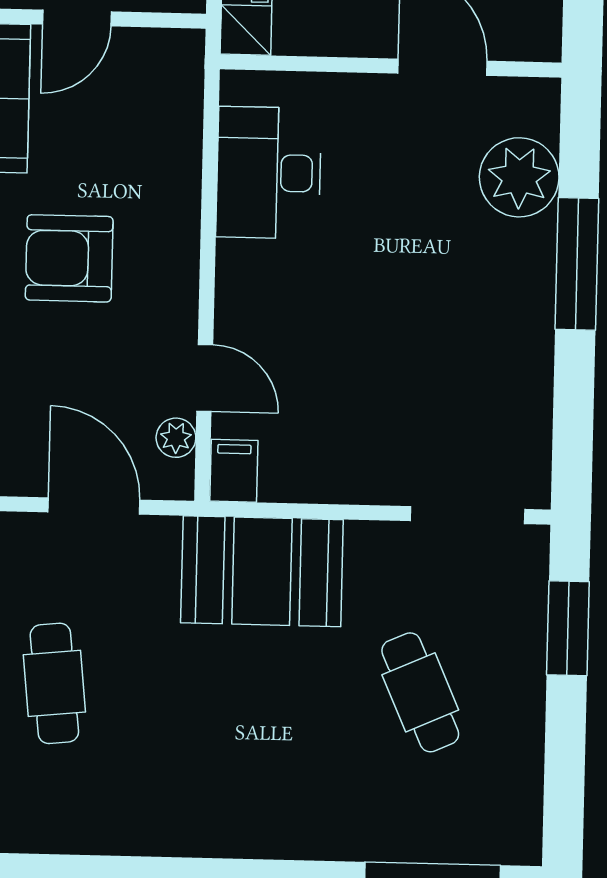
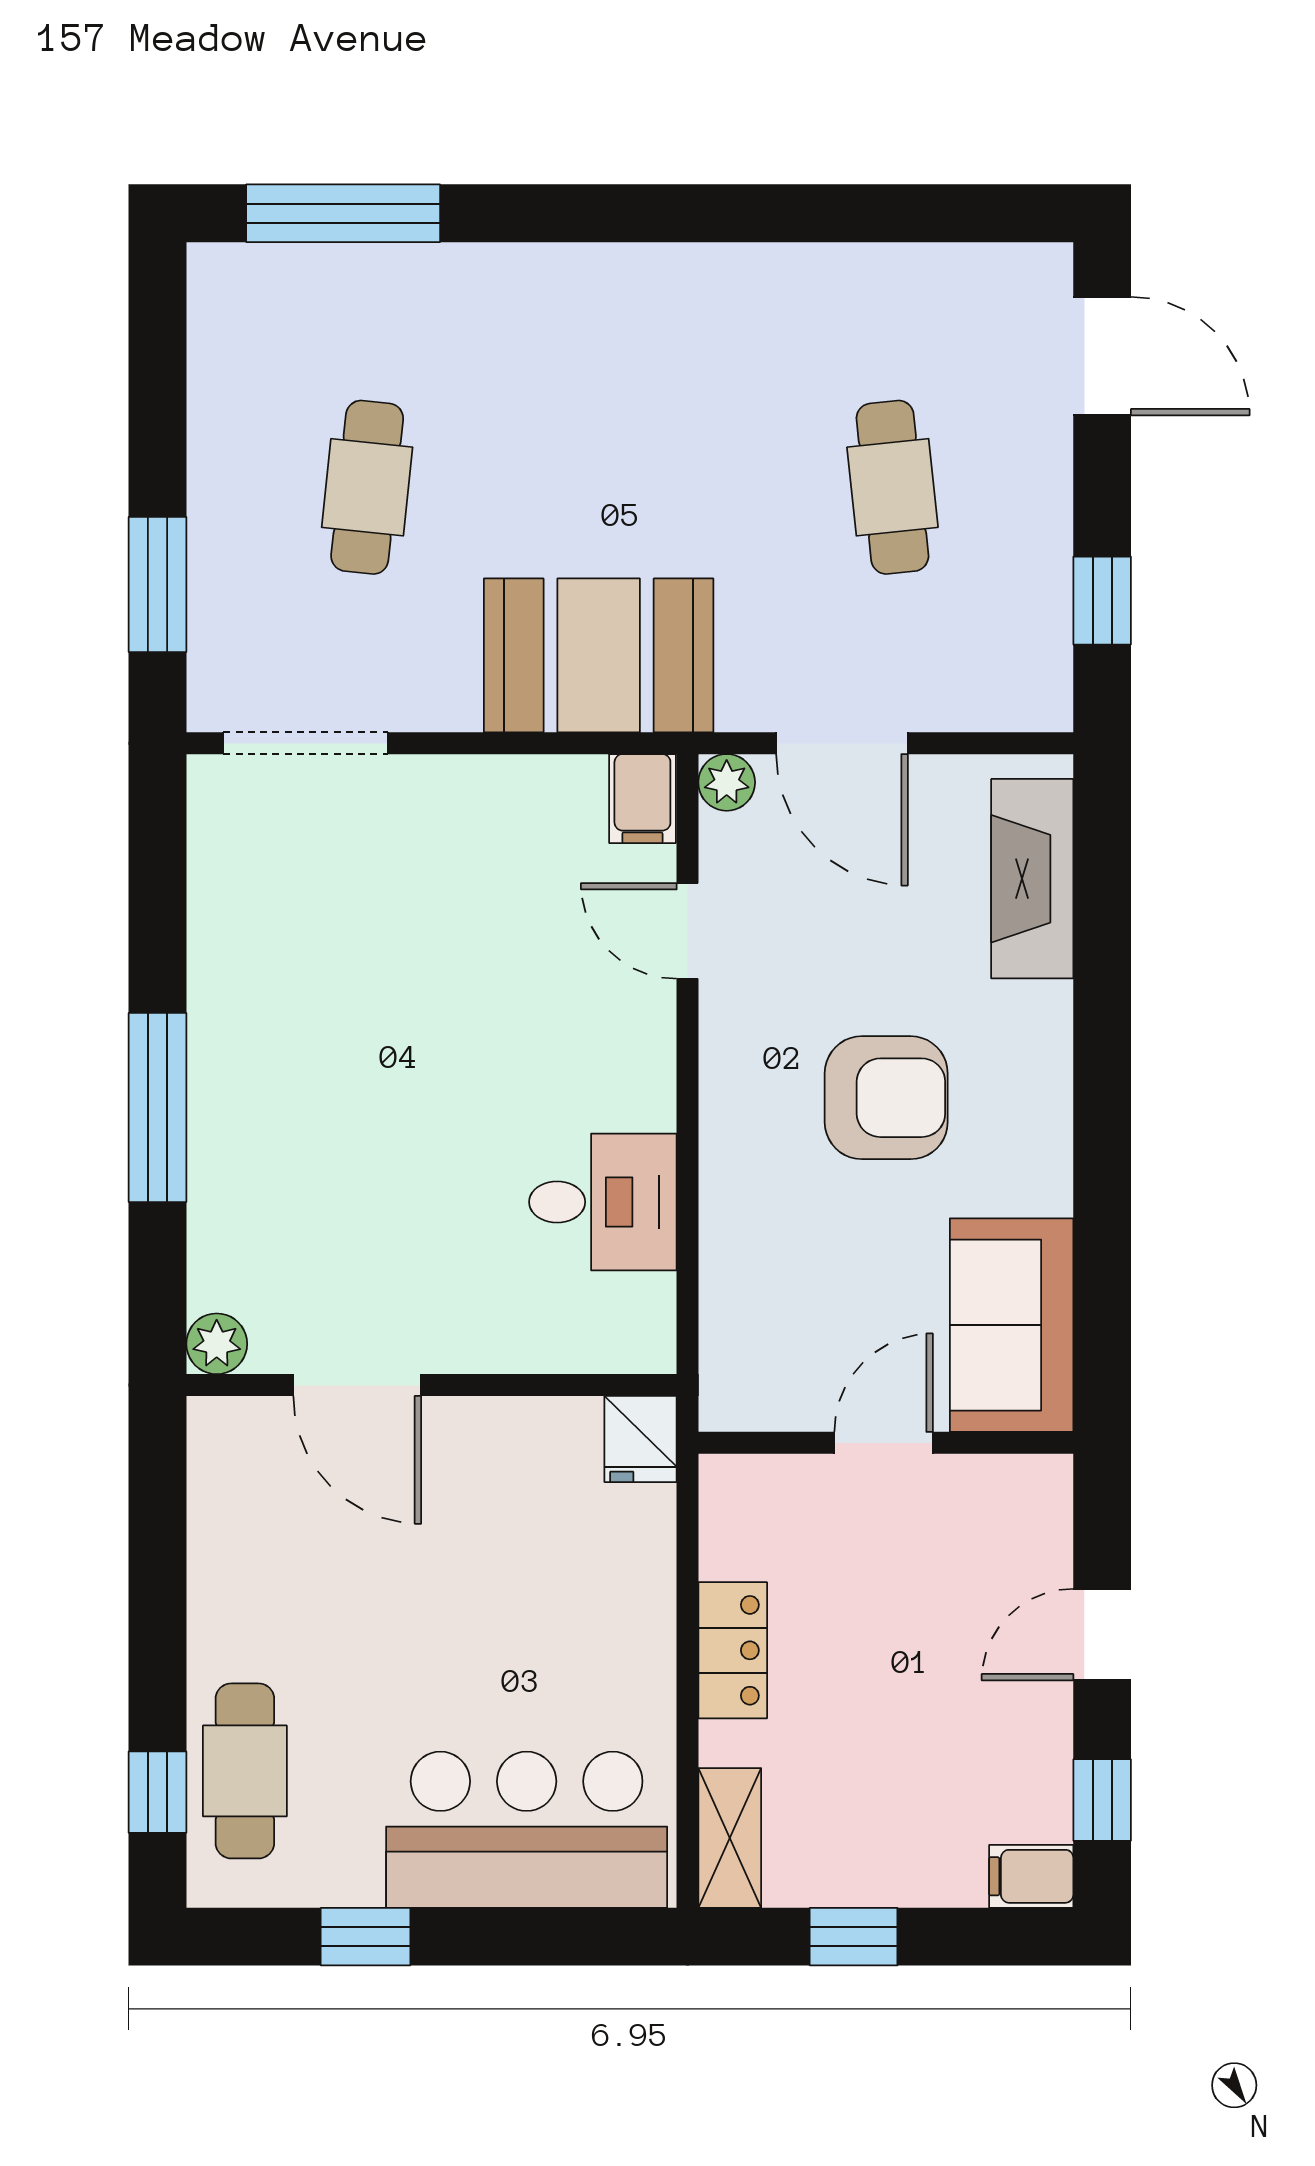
desk: (269, 173) -> (603, 1202), width x0.73
plant: (519, 177) -> (217, 1344), moved, width x0.53, depth x0.53
plant: (176, 438) -> (727, 782), moved
cafe table: (420, 692) -> (367, 487), turned 30

